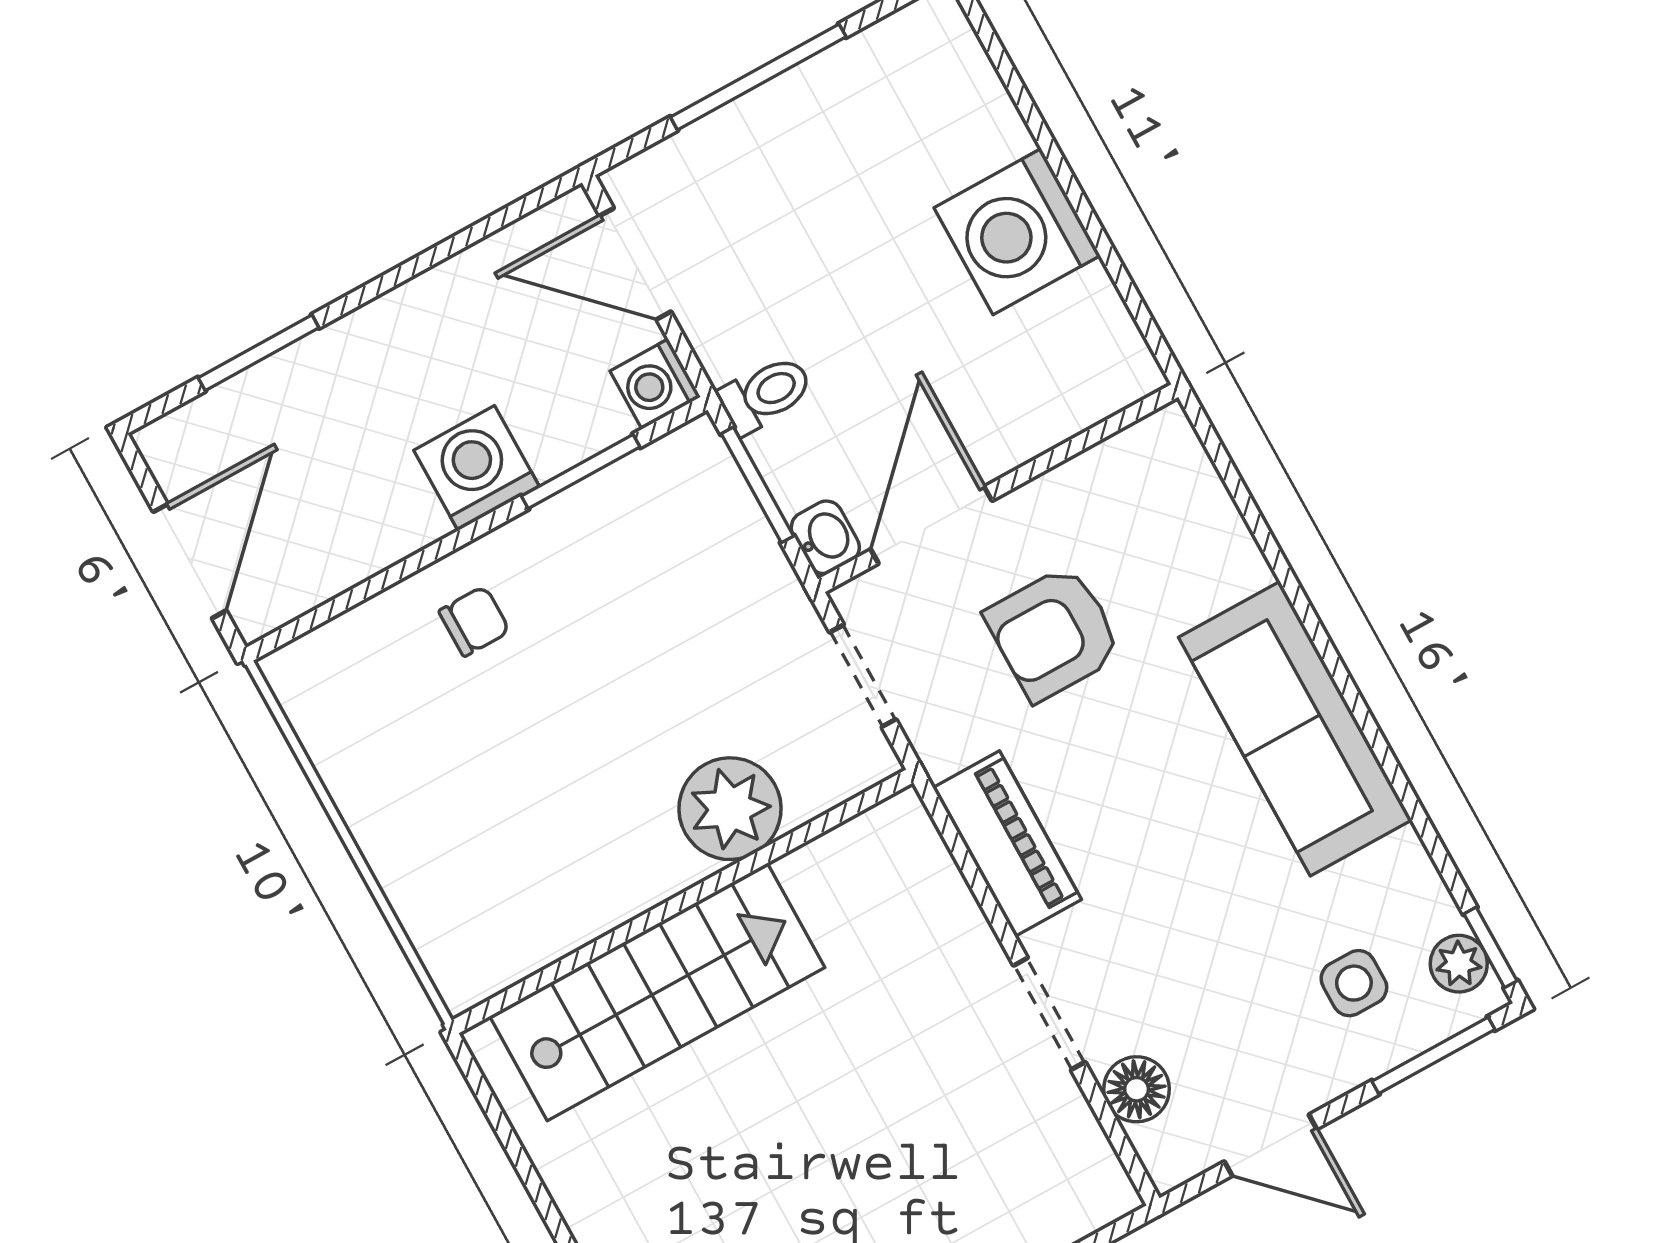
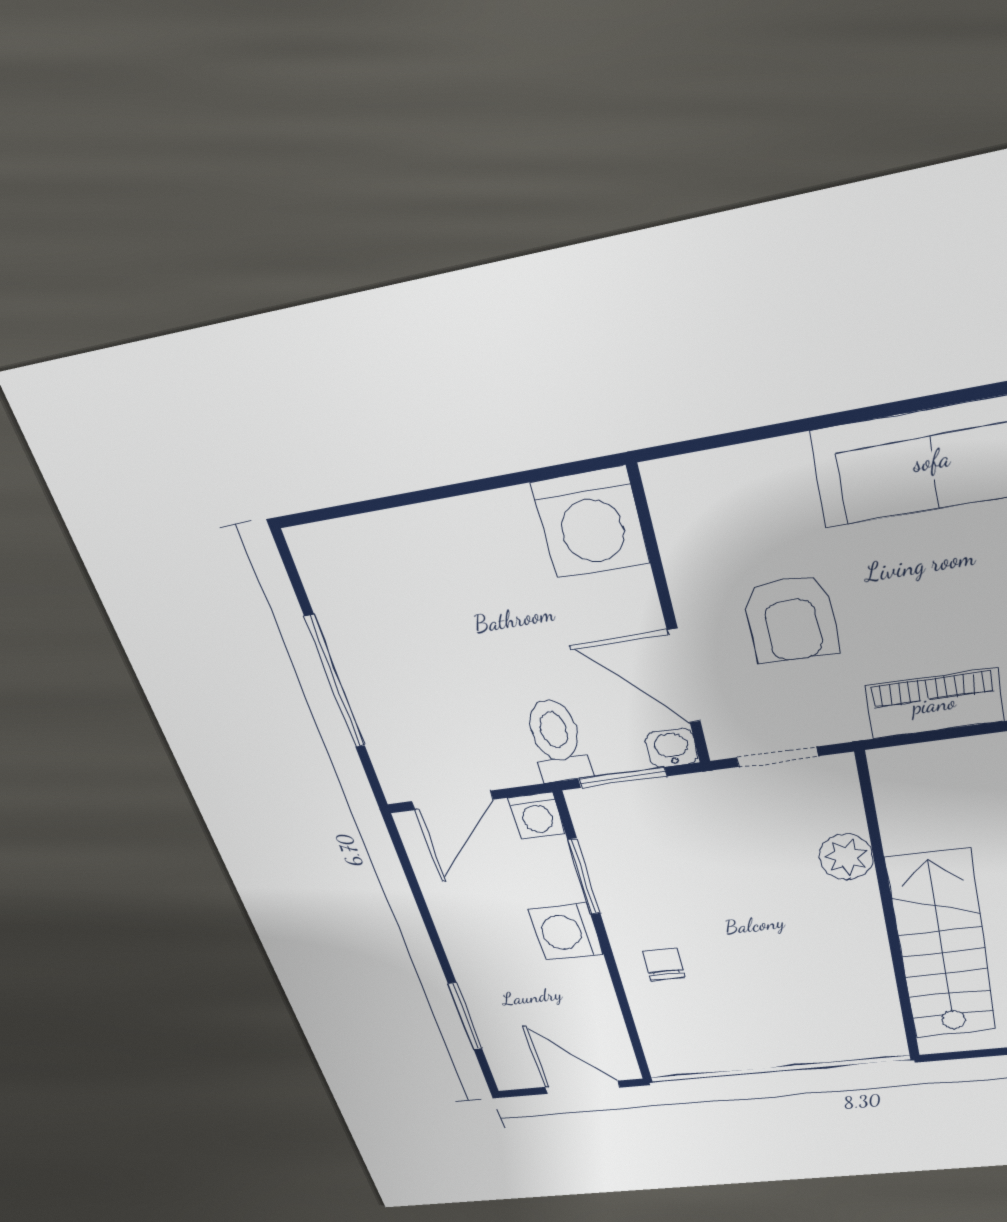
washing machine: (1017, 232) -> (591, 523), moved
toilet: (765, 394) -> (557, 741), width x1.37, depth x1.39
plant: (730, 809) -> (846, 857), width x0.73, depth x0.73

